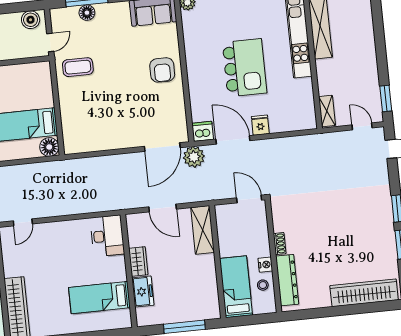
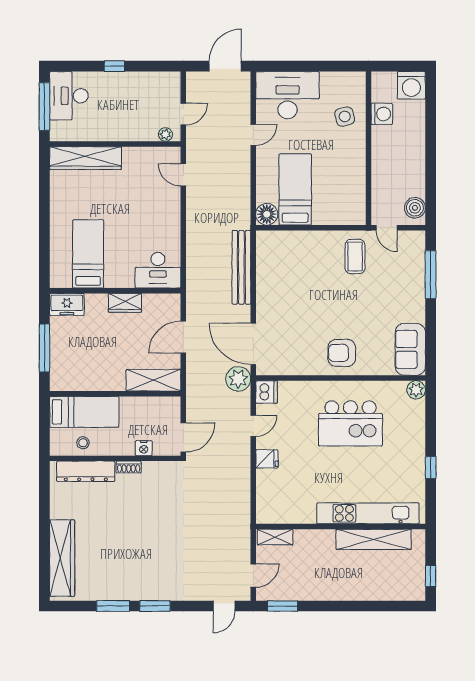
floor lamp: (87, 13) -> (416, 273), removed
kitchen island: (245, 68) -> (350, 423), moved
door: (233, 140) -> (253, 426), width x0.53
bench: (97, 164) -> (241, 267), added
nightstand: (265, 265) -> (144, 448), moved
freezer: (143, 291) -> (67, 304), moved

